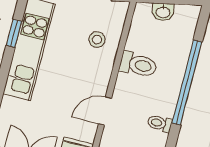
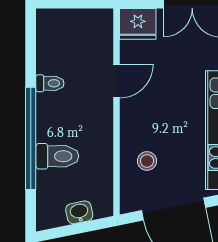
toilet: (138, 65) -> (57, 156), moved, turned 180

